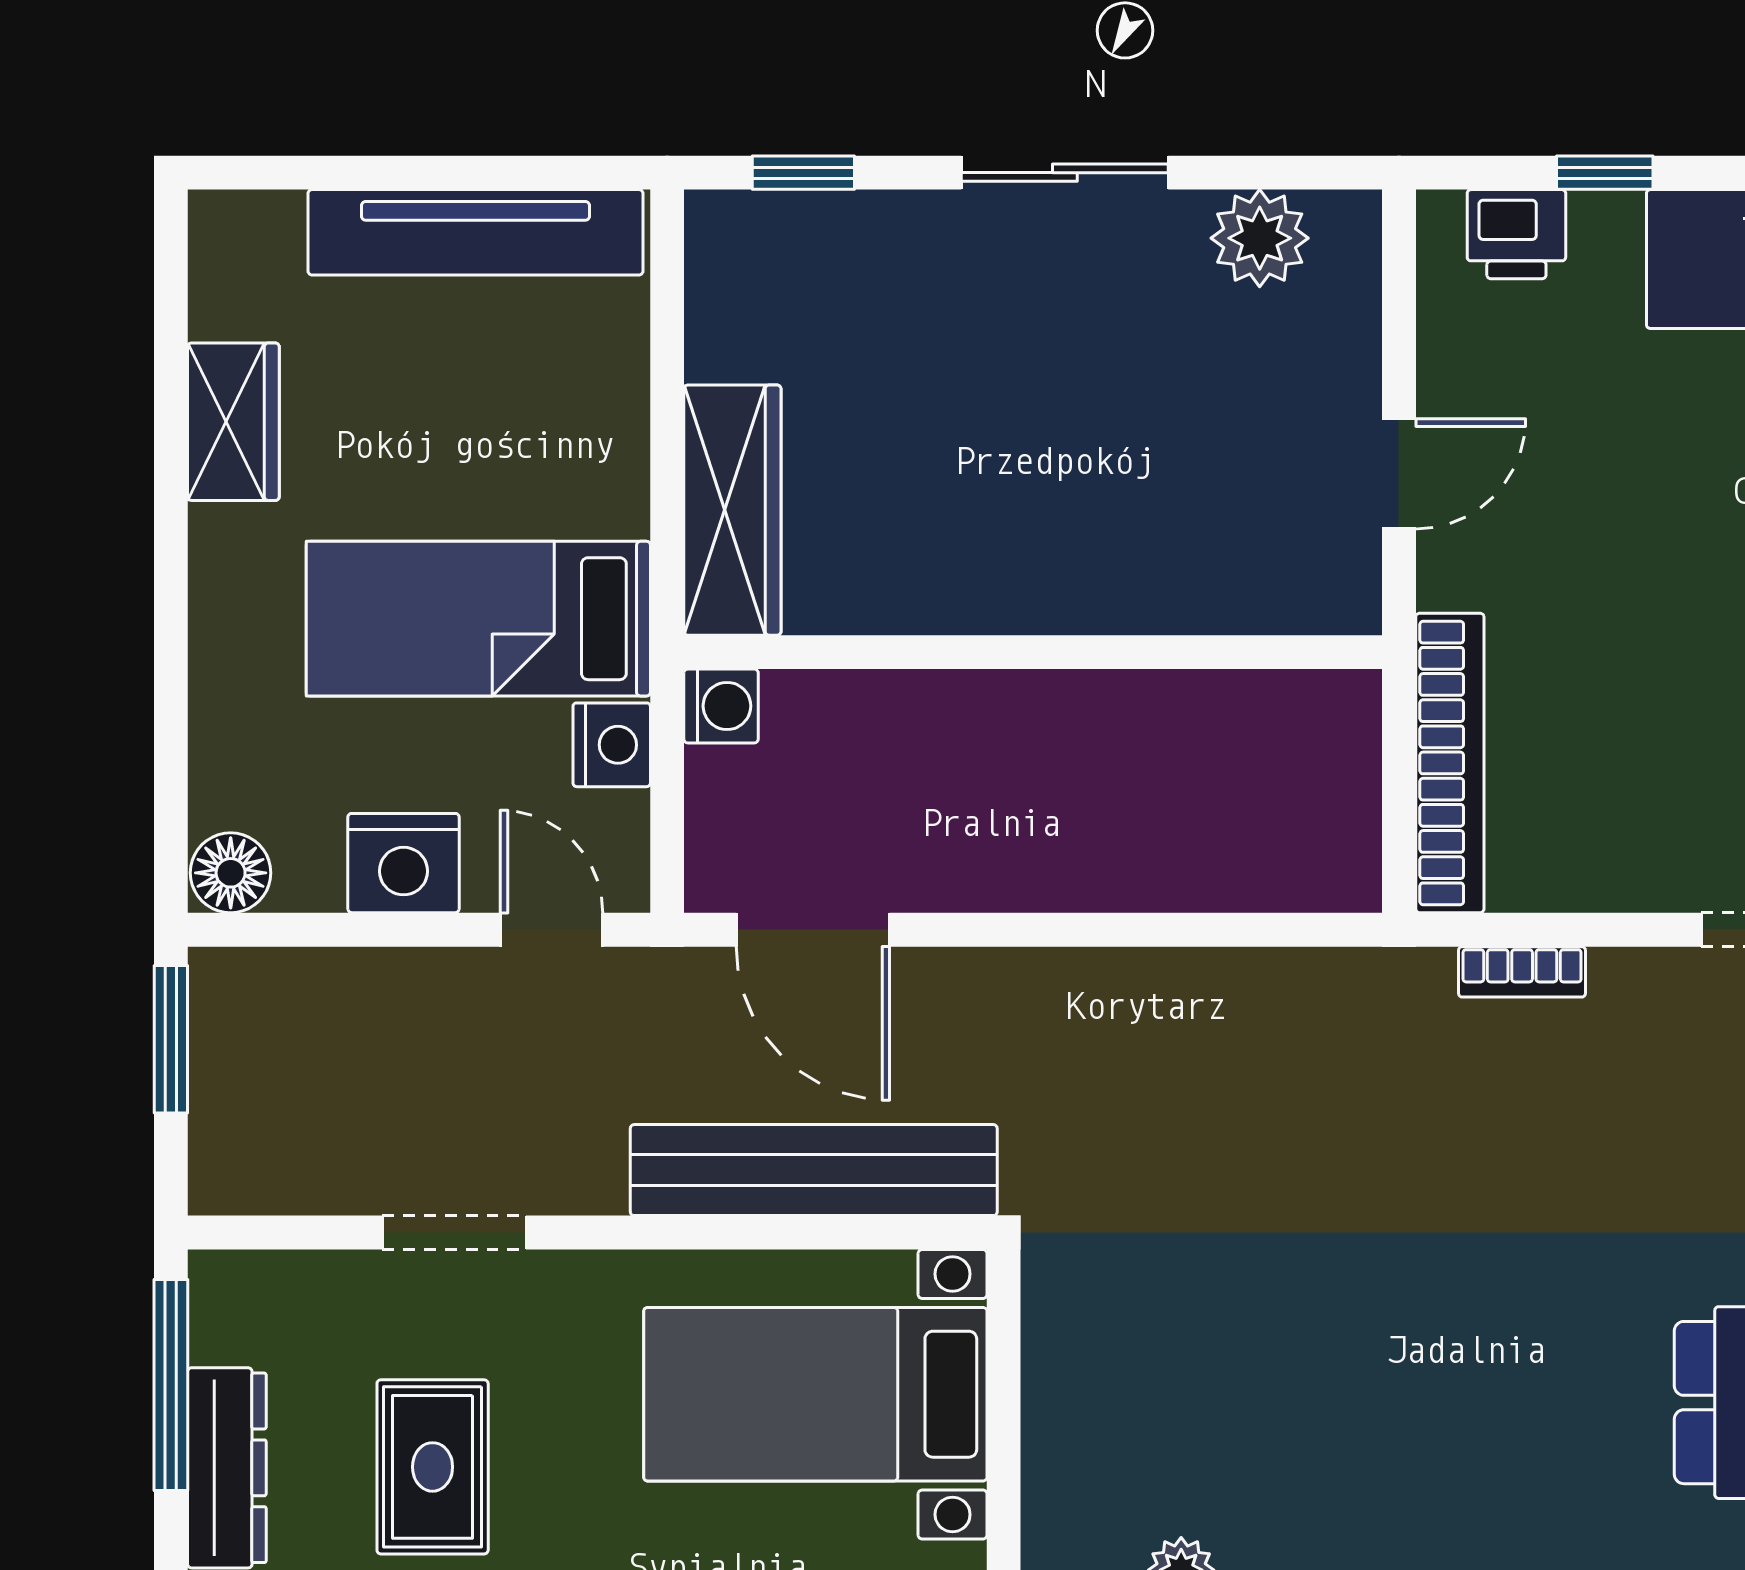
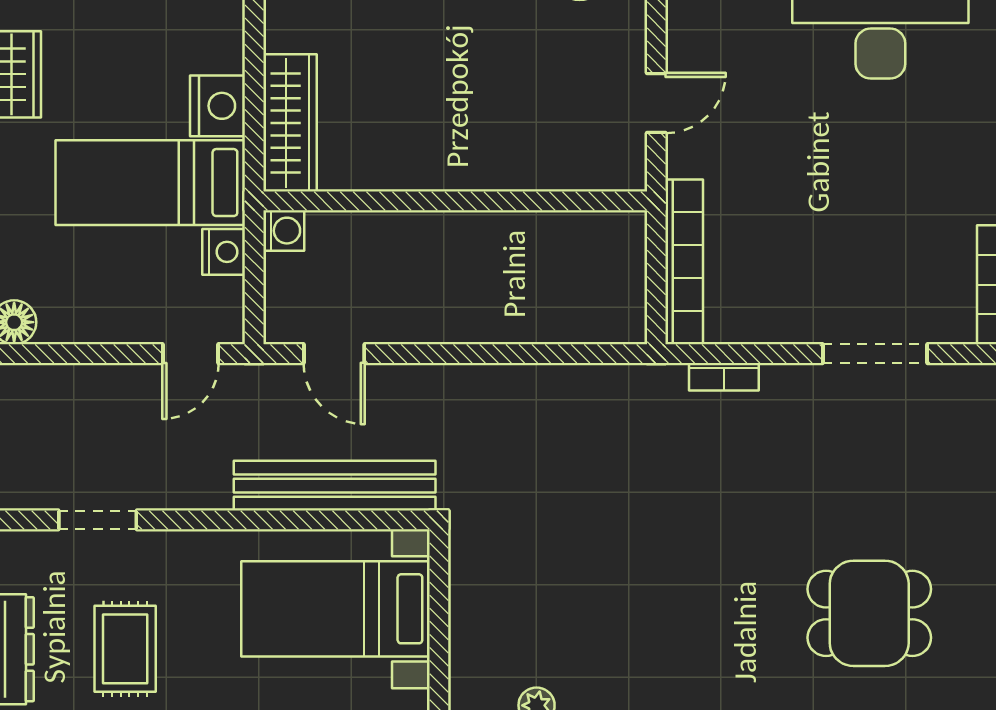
nightstand: (404, 863) -> (217, 106), moved, turned -90
door: (552, 930) -> (190, 354), swing flipped
door: (813, 930) -> (334, 354), width x0.73
doorway: (454, 1233) -> (98, 520), moved

